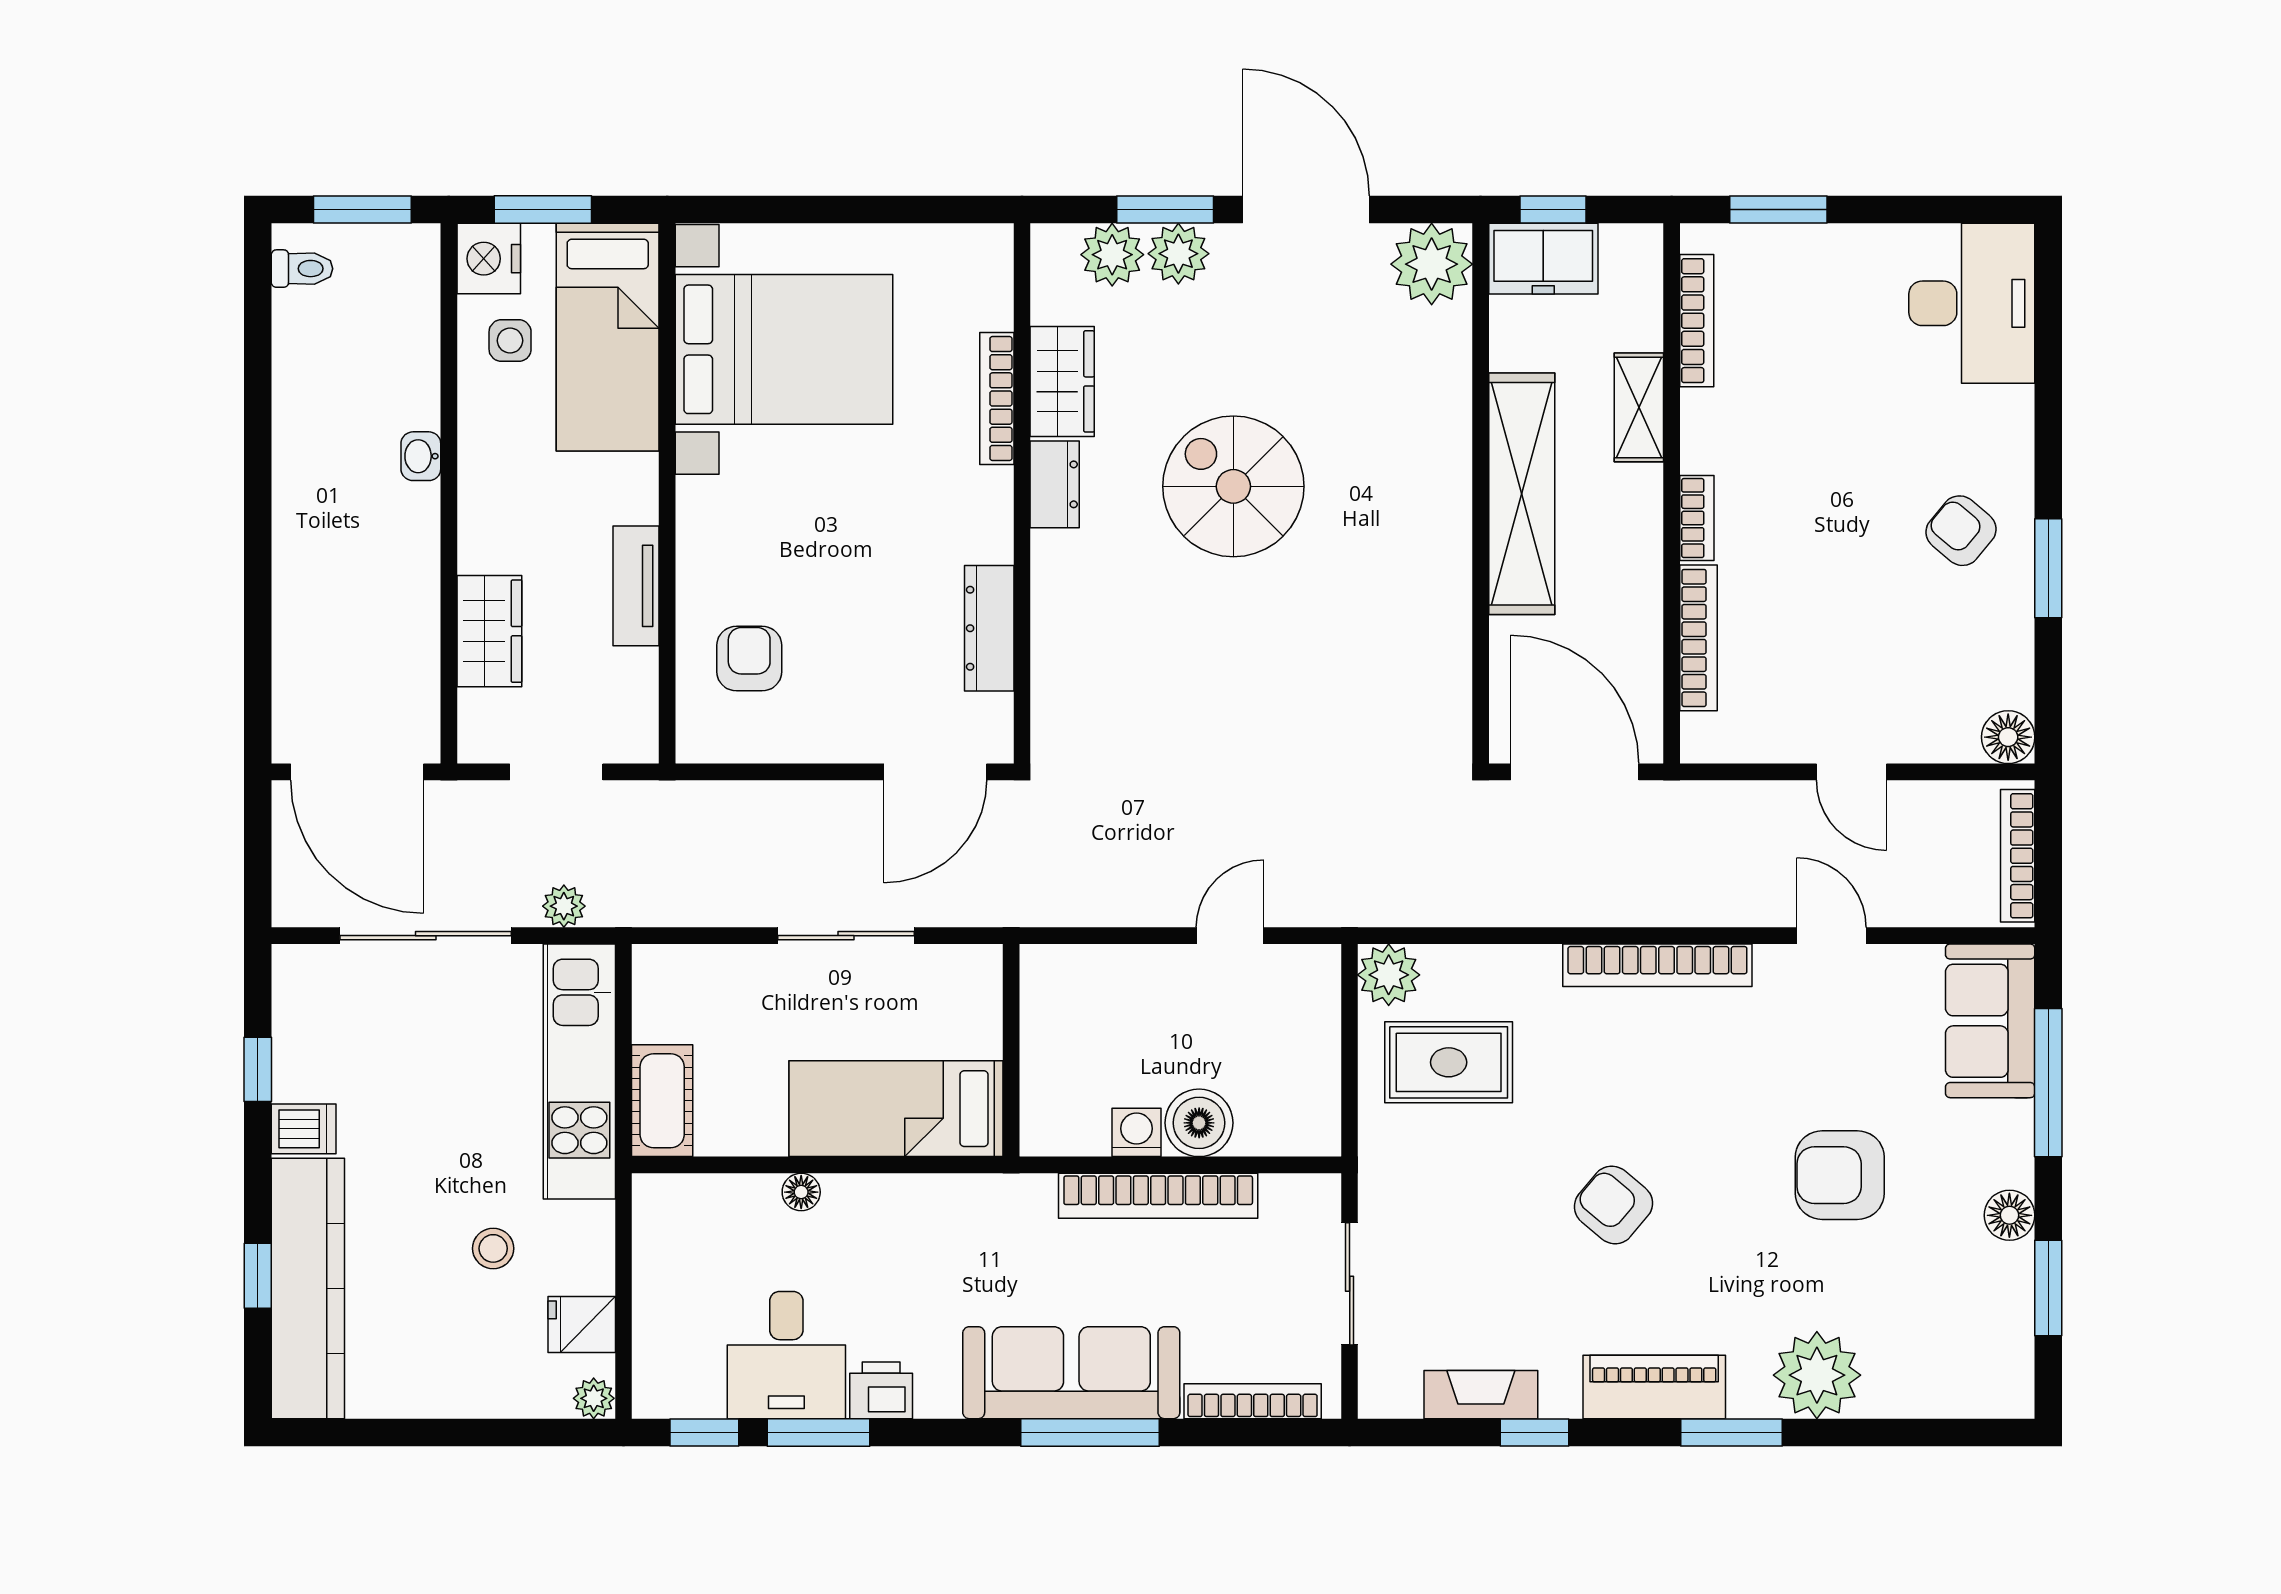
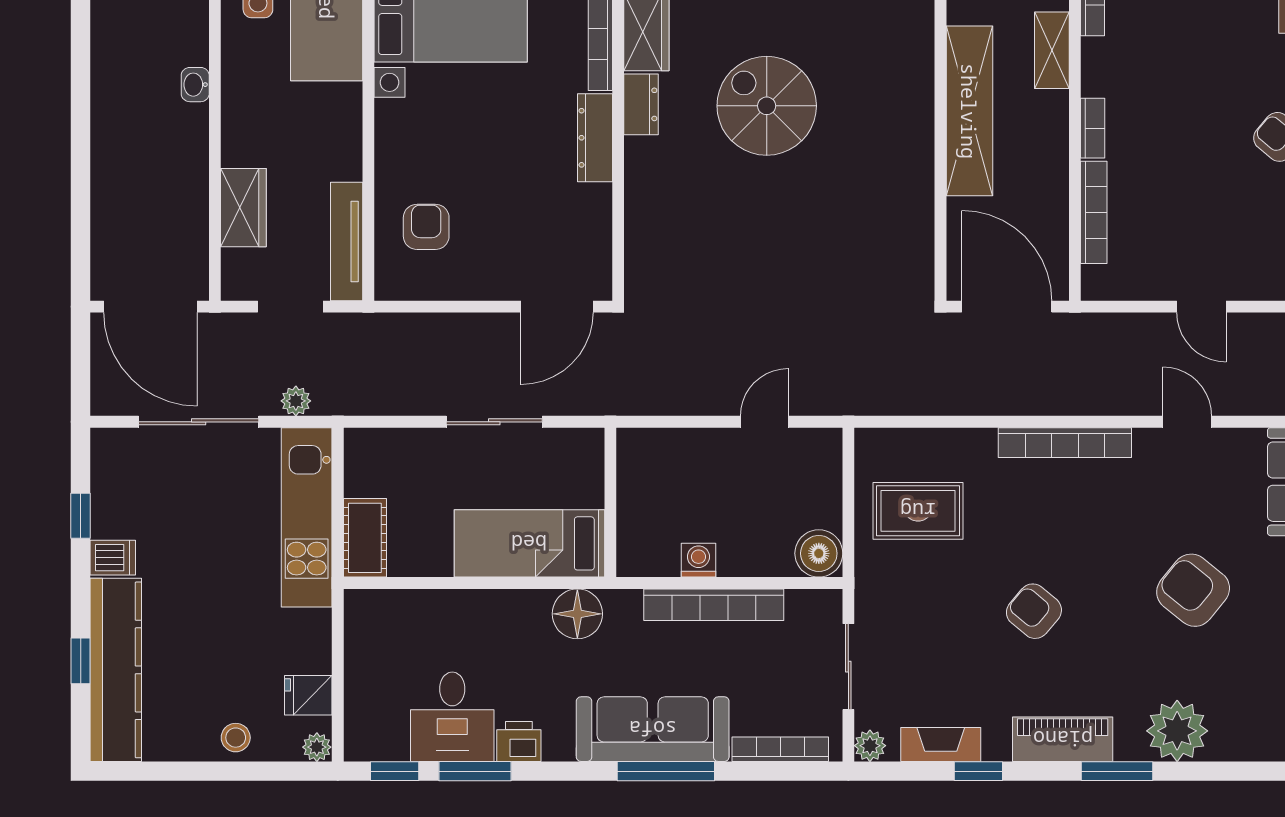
tv unit: (636, 586) -> (347, 241), moved, width x1.41
dresser: (989, 628) -> (595, 138), moved
plant: (1389, 975) -> (870, 746), moved, width x0.73, depth x0.73
boiler: (1199, 1123) -> (819, 553), moved
armchair: (1840, 1175) -> (1193, 590), turned 39
floor lamp: (801, 1192) -> (577, 614), moved, width x1.89, depth x1.89
stool: (493, 1248) -> (236, 738), moved

